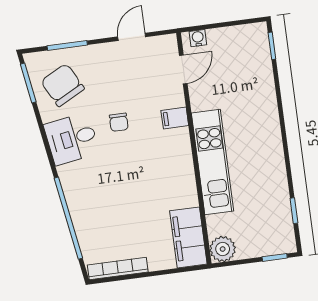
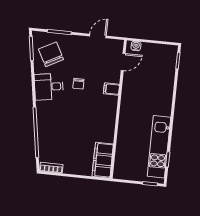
kitchen unit: (213, 162) -> (159, 147), moved, turned 180
plant: (223, 249) -> (121, 172), removed
bookcase: (118, 268) -> (51, 168), width x0.64

